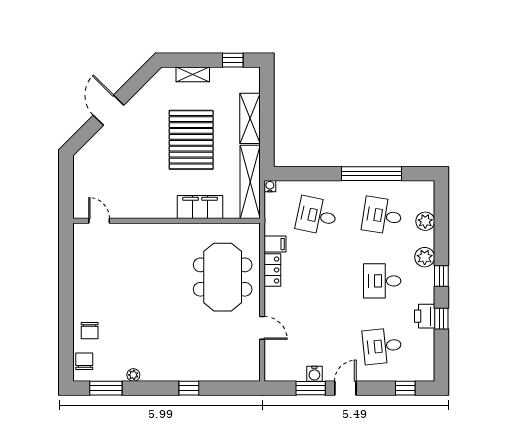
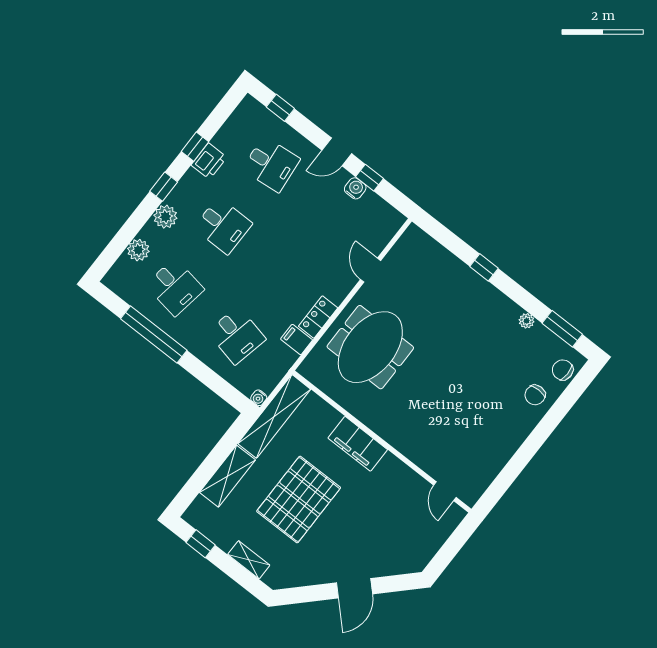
filing cabinet: (200, 207) -> (358, 444), moved
chair: (90, 331) -> (535, 395), turned 180
chair: (84, 361) -> (563, 370), turned 90
window: (311, 388) -> (369, 178), width x0.67

